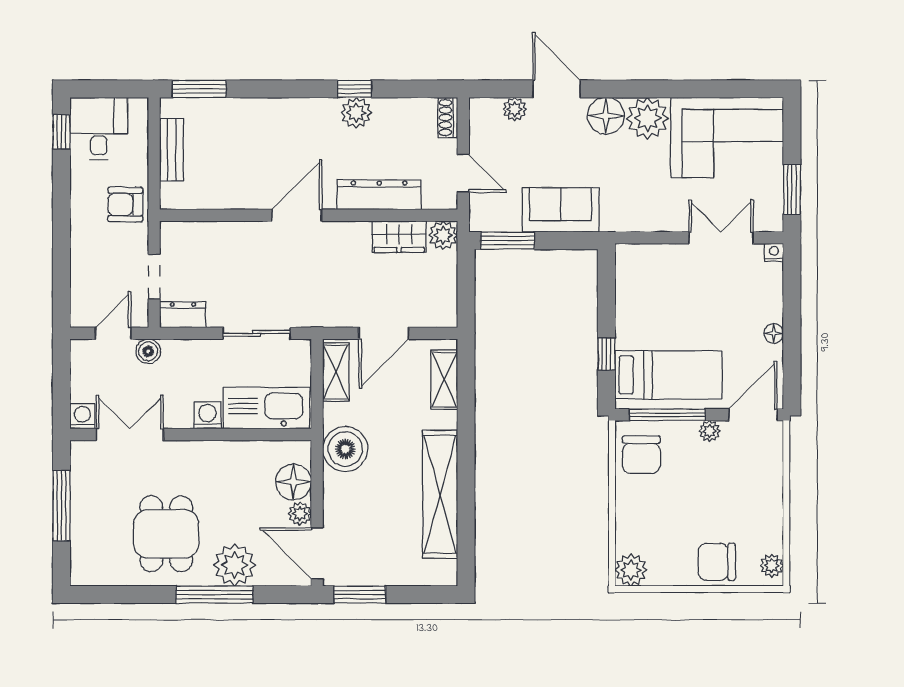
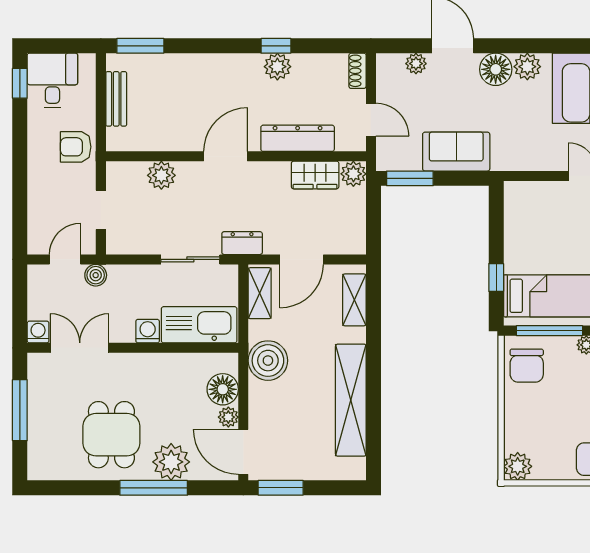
plant: (648, 118) -> (527, 67), width x0.73, depth x0.73
plant: (223, 237) -> (161, 175), added
dresser: (183, 315) -> (242, 243), moved

